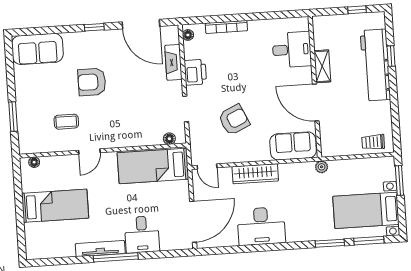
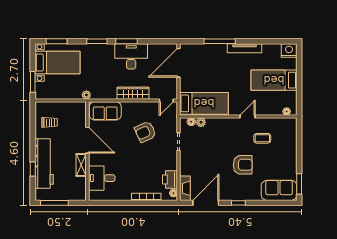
window: (357, 10) -> (54, 203), width x2.17
door: (141, 24) -> (206, 203), hinge flipped
fireplace: (173, 62) -> (185, 188), moved
printer: (195, 72) -> (170, 180), moved
window: (13, 117) -> (299, 184), moved
plant: (155, 139) -> (201, 122), added
trolley: (373, 142) -> (49, 122), moved
door: (207, 167) -> (166, 100), swing flipped
desk: (142, 234) -> (215, 56), removed
window: (330, 243) -> (97, 41), moved
window: (269, 247) -> (127, 41), added
nightstand: (36, 249) -> (289, 51), added
window: (116, 257) -> (220, 41), moved

